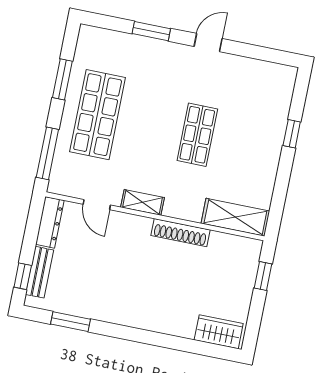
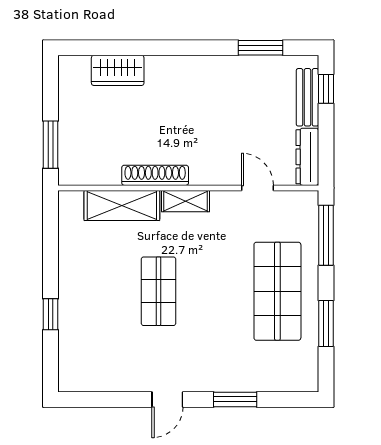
shelving: (143, 202) -> (186, 201), moved
shelving: (235, 217) -> (122, 206), moved
window: (263, 276) -> (51, 145), width x1.50
wardrobe: (219, 332) -> (118, 70), moved

